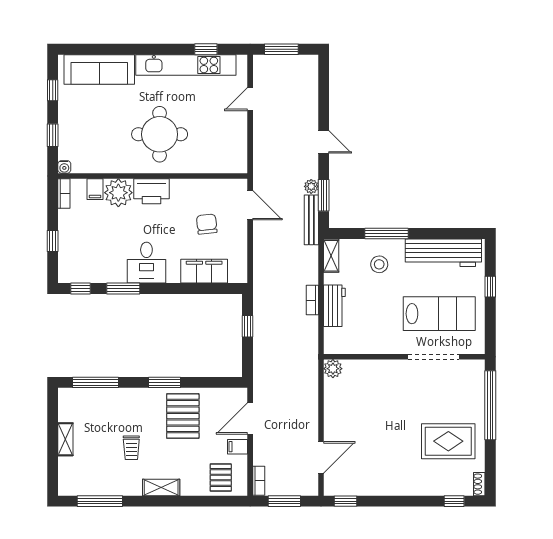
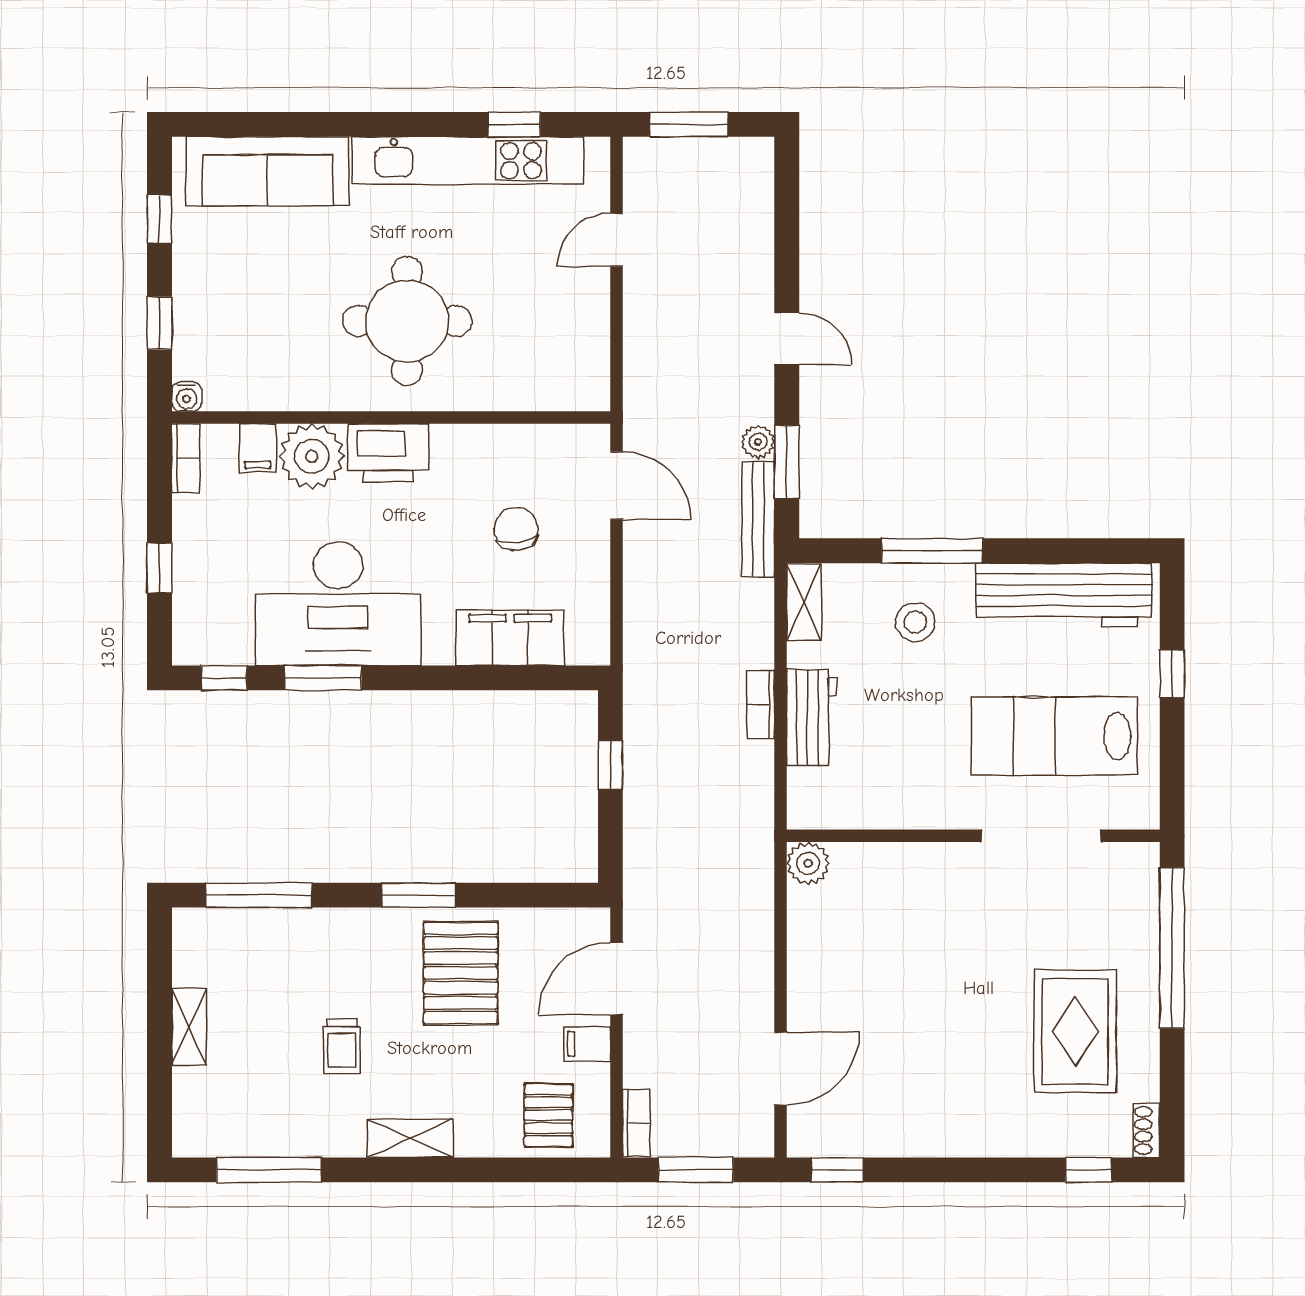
desk: (146, 263) -> (338, 604), width x1.87, depth x1.30
lab bench: (439, 314) -> (1054, 736), turned 180
rug: (448, 441) -> (1075, 1031), turned 90

